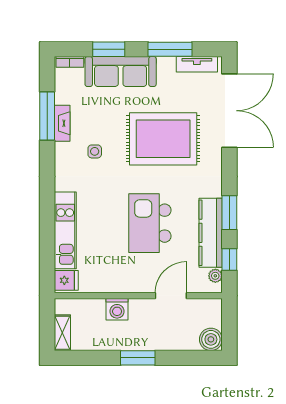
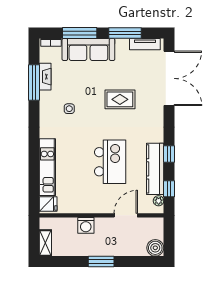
window: (109, 49) -> (80, 33), width x1.44
fireplace: (62, 123) -> (45, 77), moved
rug: (163, 139) -> (120, 99), width x0.54, depth x0.49
window: (229, 213) -> (169, 154), width x0.67
kitchen island: (150, 223) -> (110, 162), turned 180

